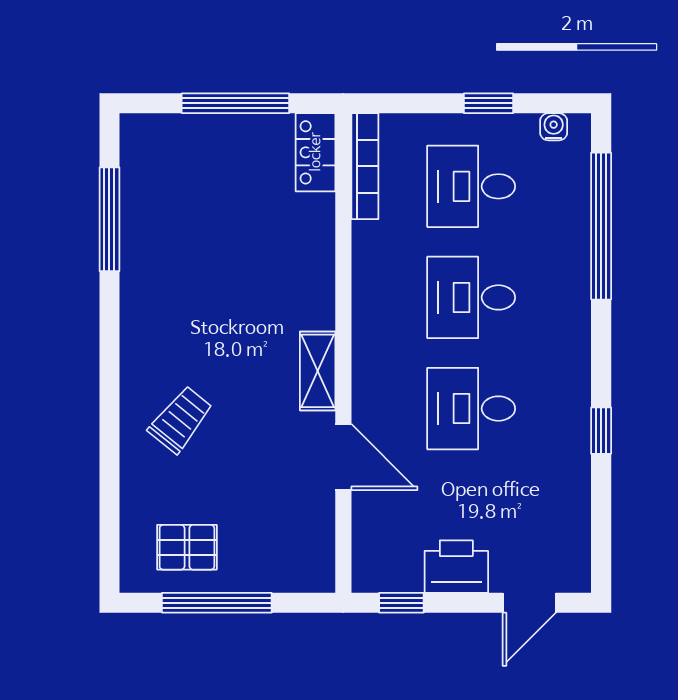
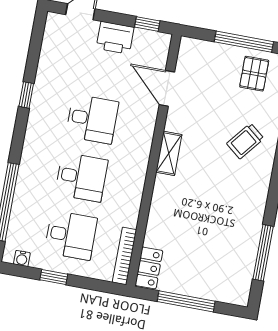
door: (343, 457) -> (167, 88), moved
pallet: (187, 547) -> (254, 74), turned 90

